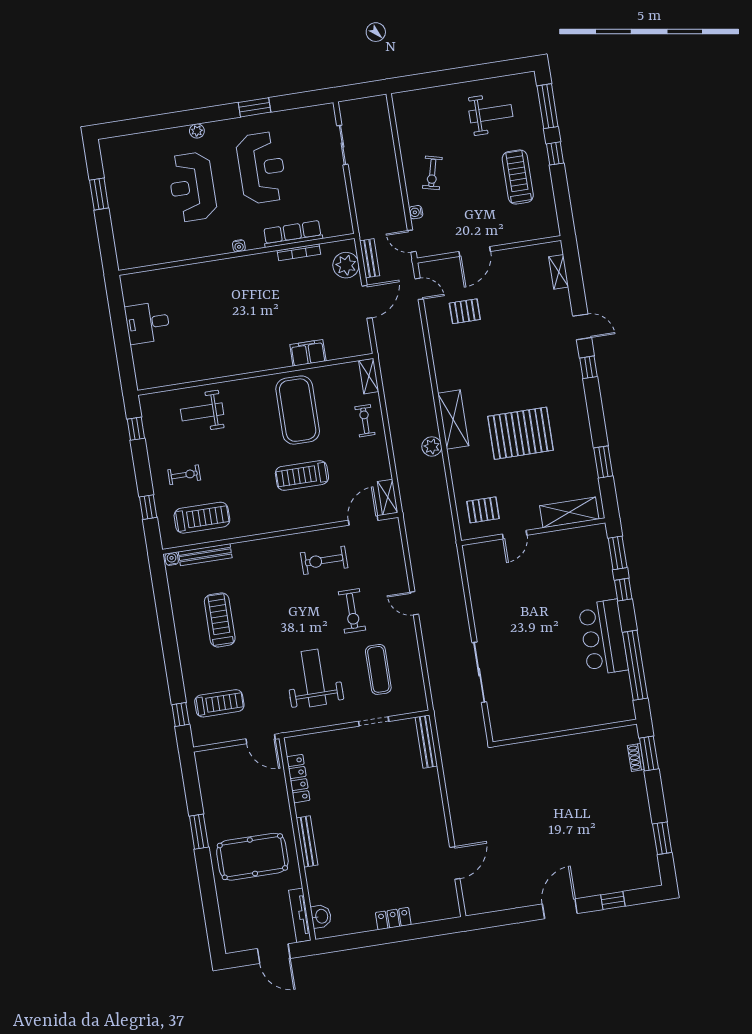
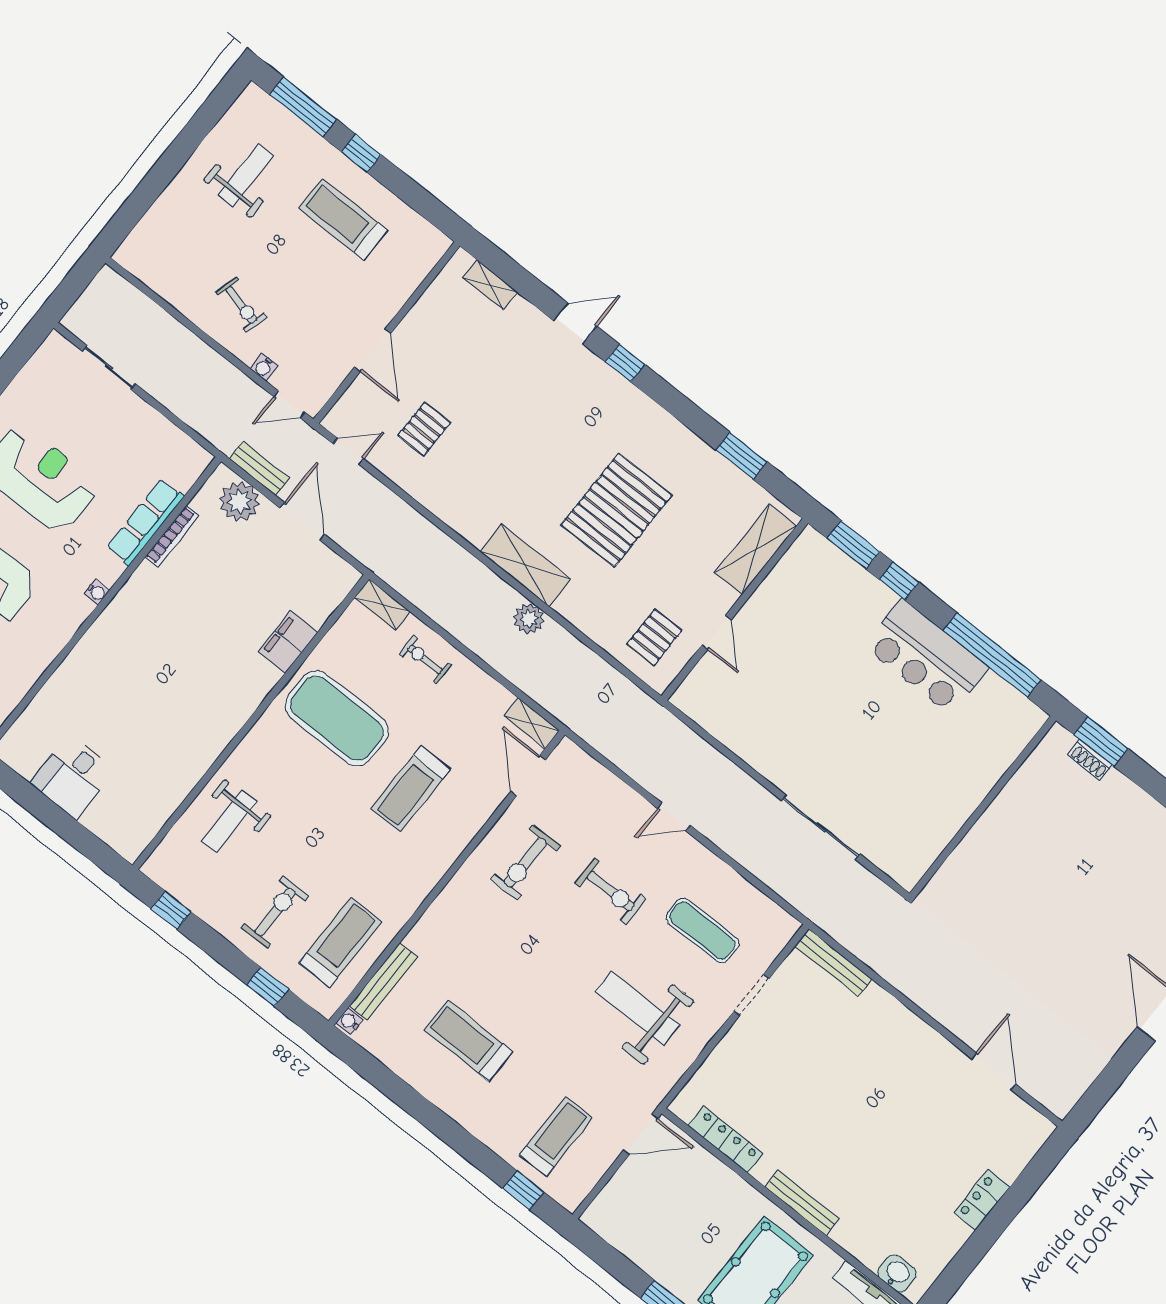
exercise bike: (184, 475) -> (275, 912), width x1.38, depth x1.39

